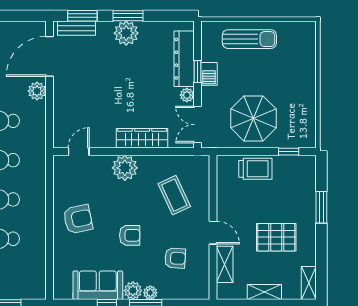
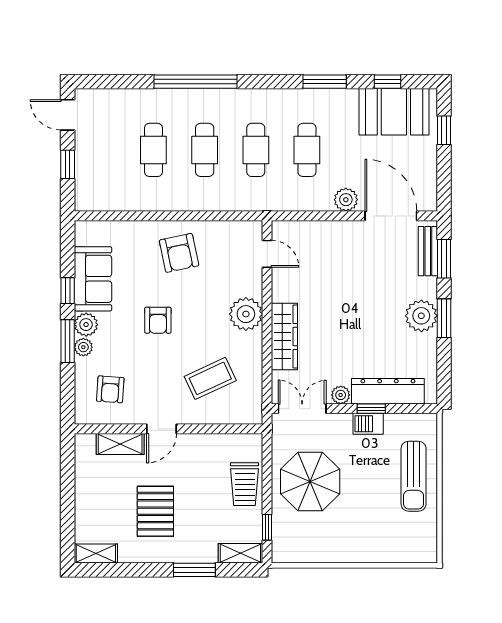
armchair: (175, 258) -> (110, 389), moved
shelving: (264, 292) -> (240, 553), moved, turned 90

